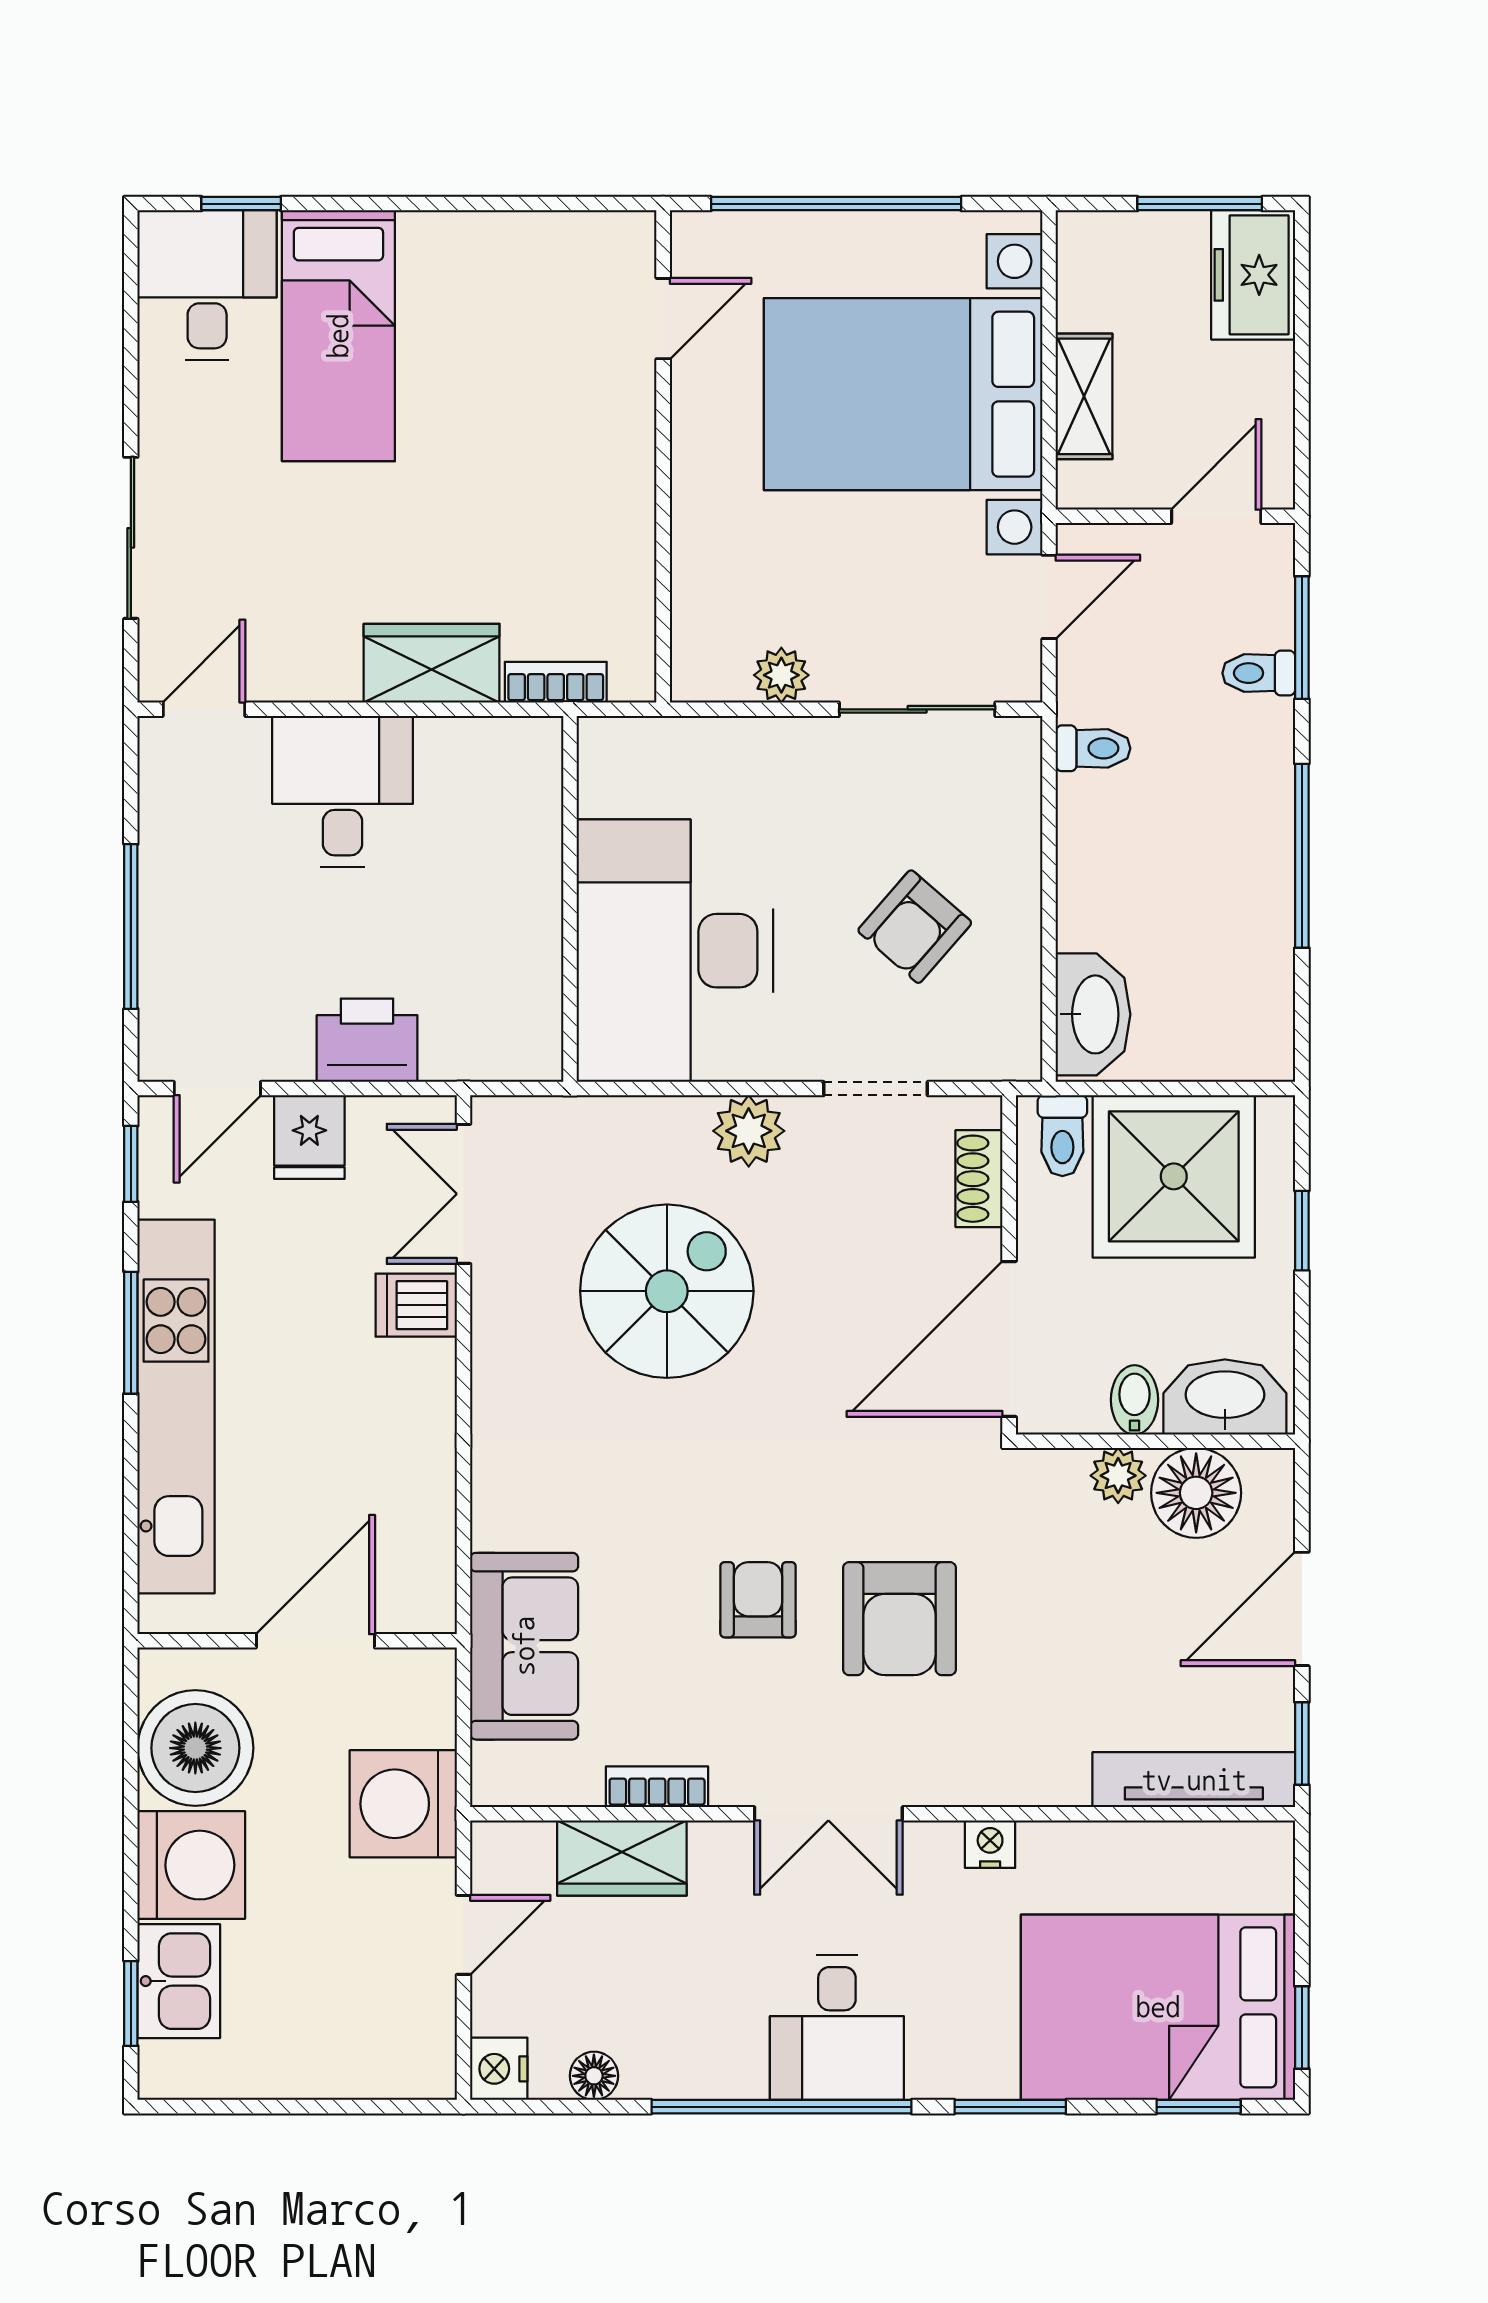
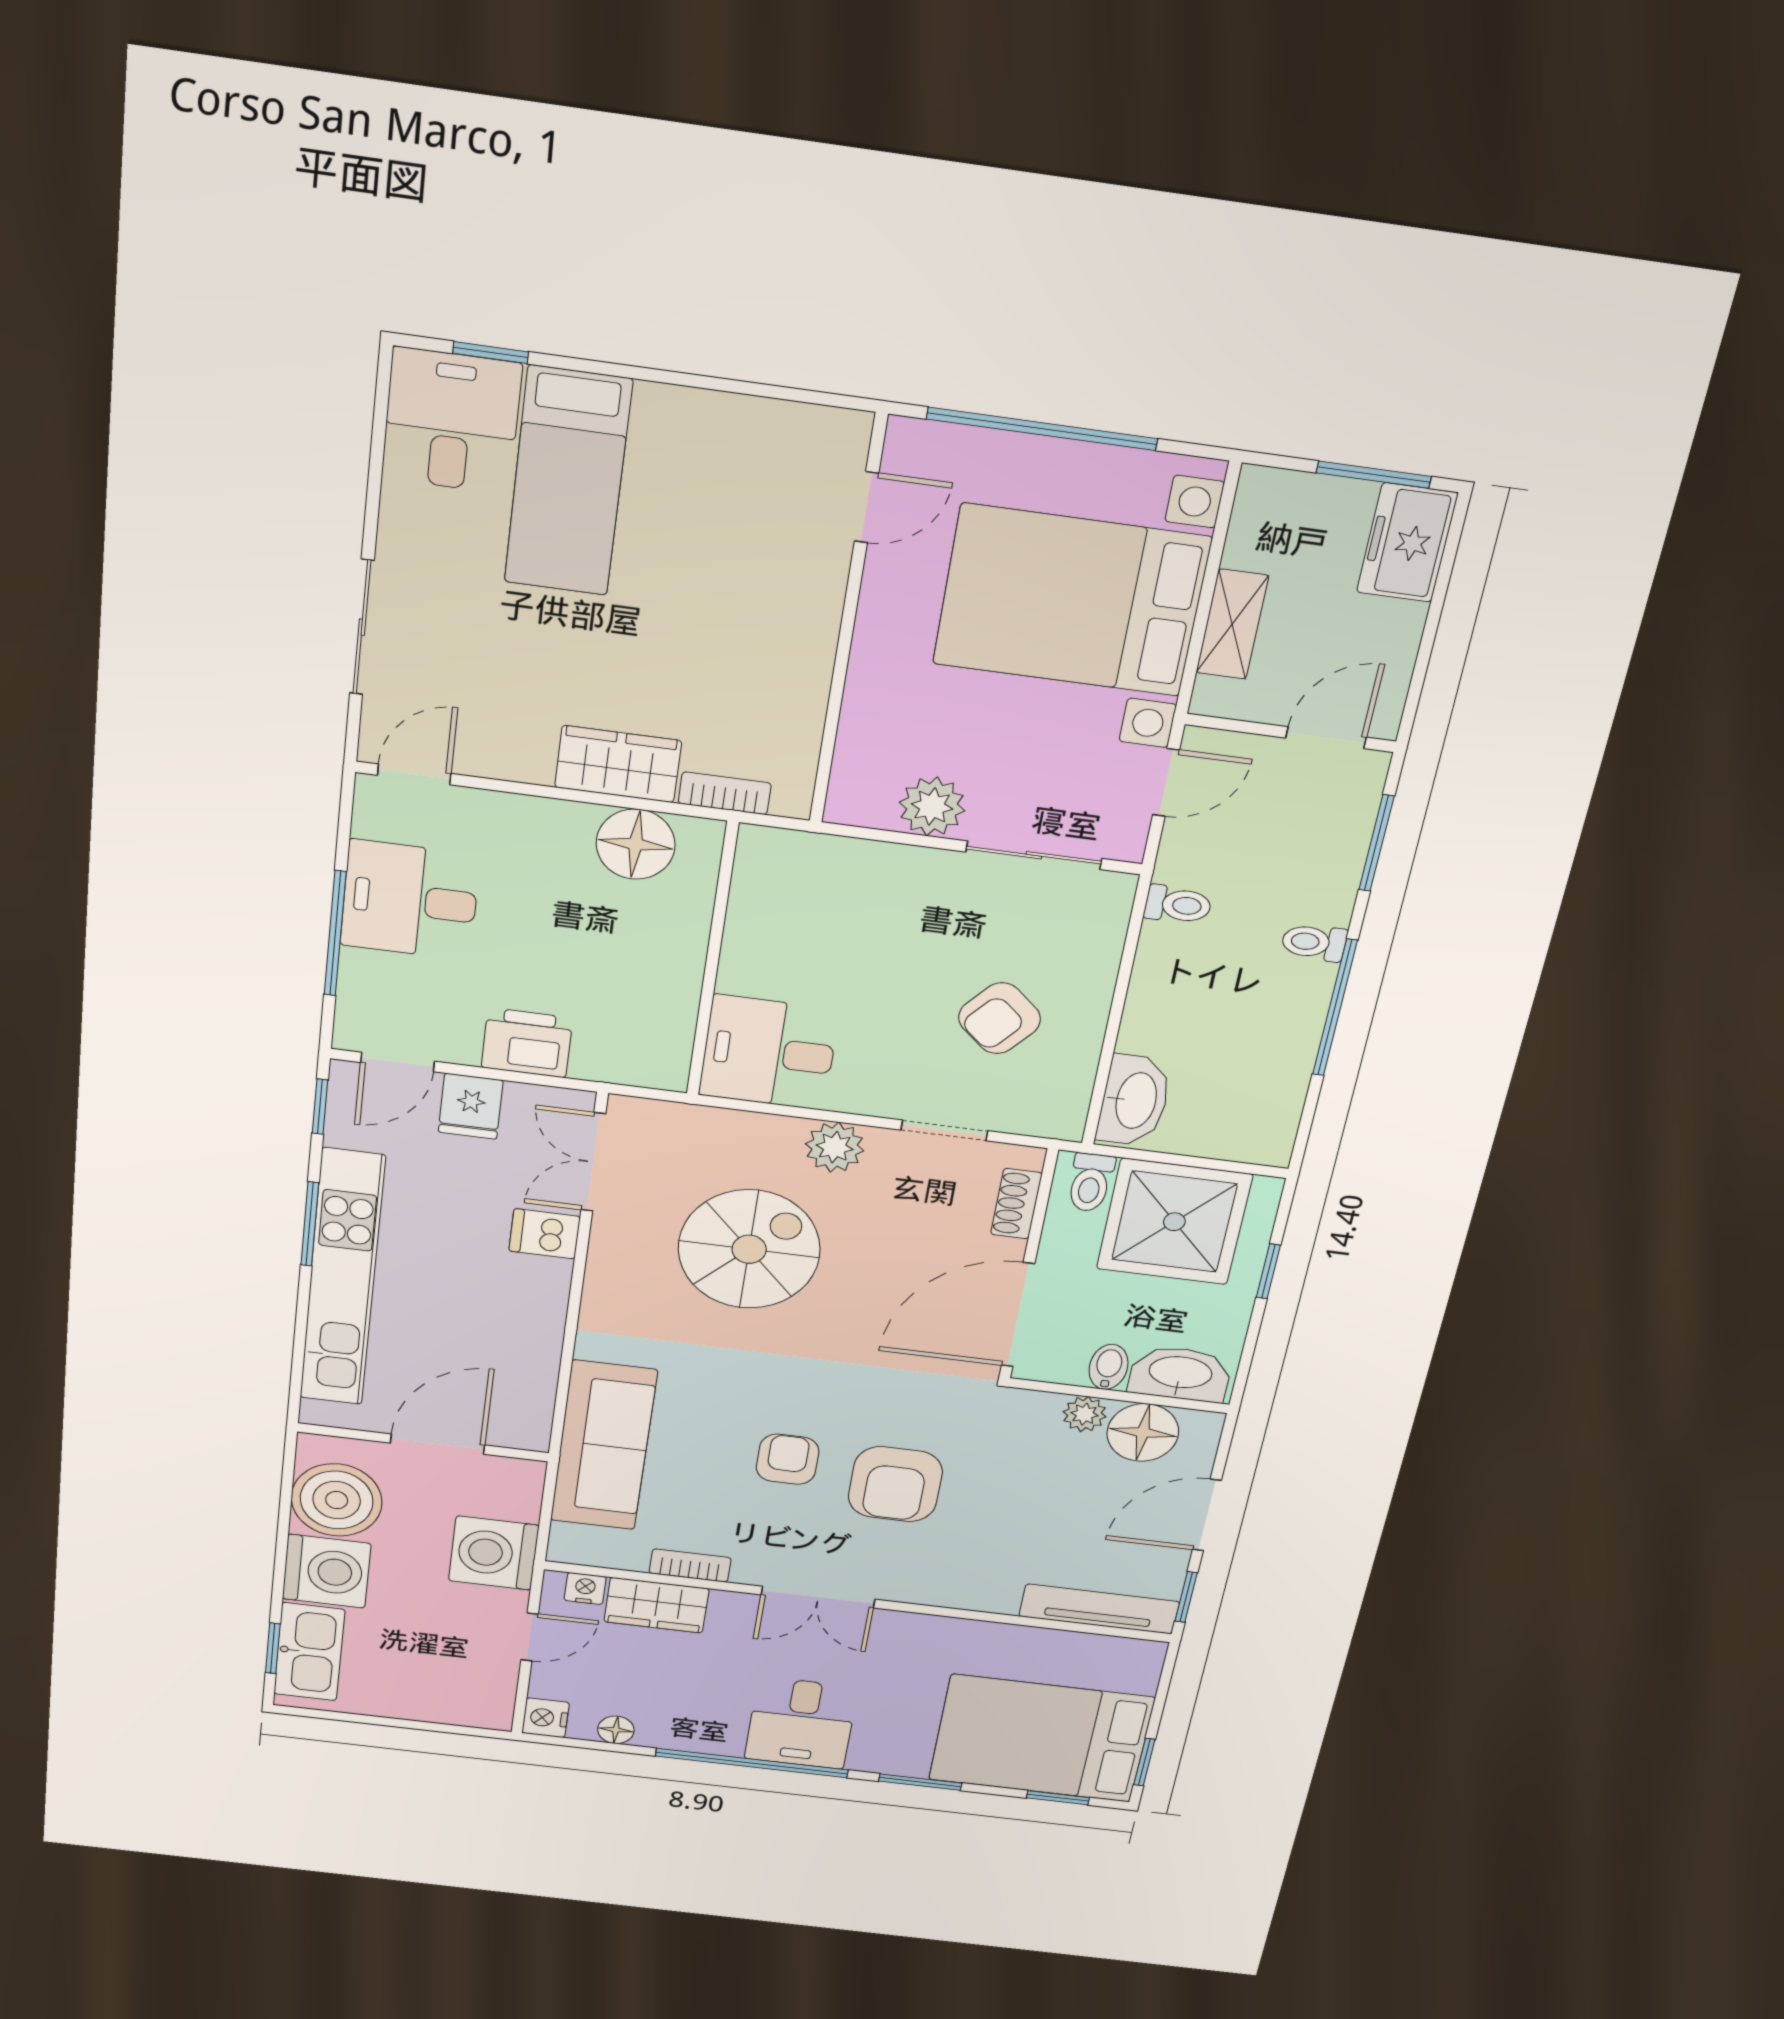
toilet: (1259, 673) -> (1314, 942), moved
plant: (781, 675) -> (932, 806), width x1.38, depth x1.38
floor lamp: (463, 761) -> (636, 844), added
desk: (343, 792) -> (410, 900), moved, turned -90
desk: (675, 951) -> (769, 1052), width x0.53, depth x0.77
sofa: (524, 1646) -> (604, 1446), width x1.36
nightstand: (990, 1844) -> (585, 1589), moved
kitchen sink: (179, 1981) -> (309, 1652), width x1.38

